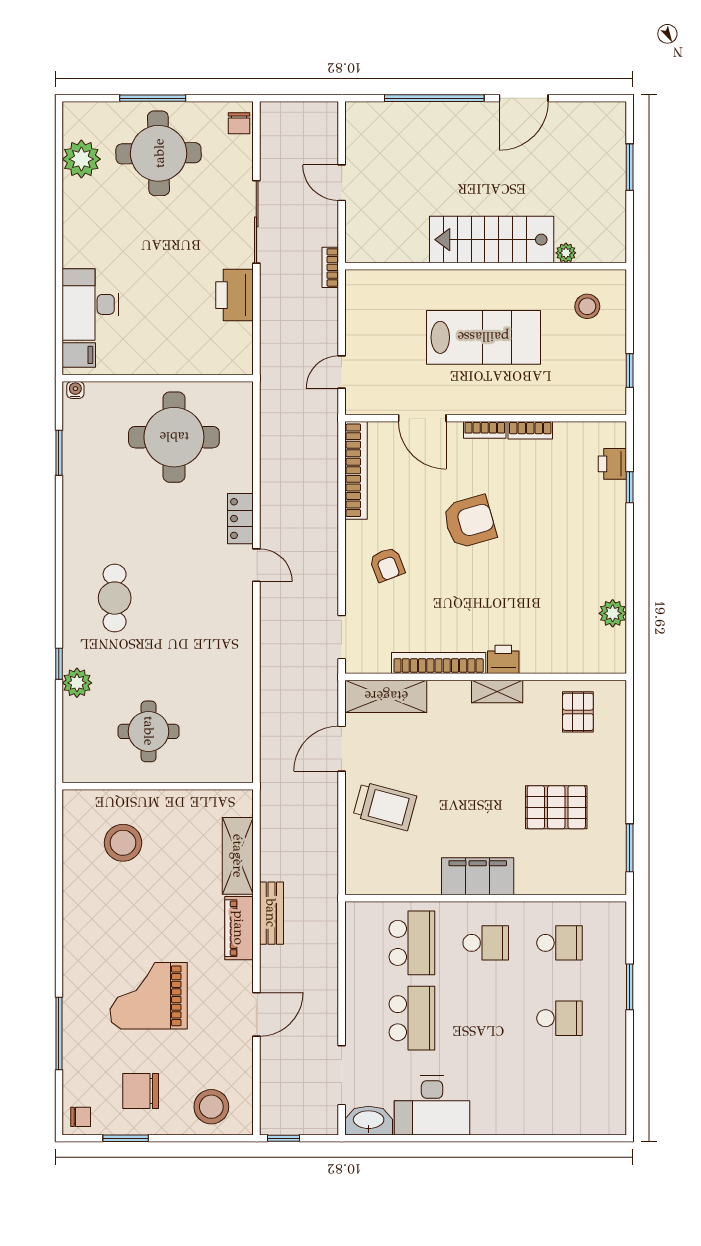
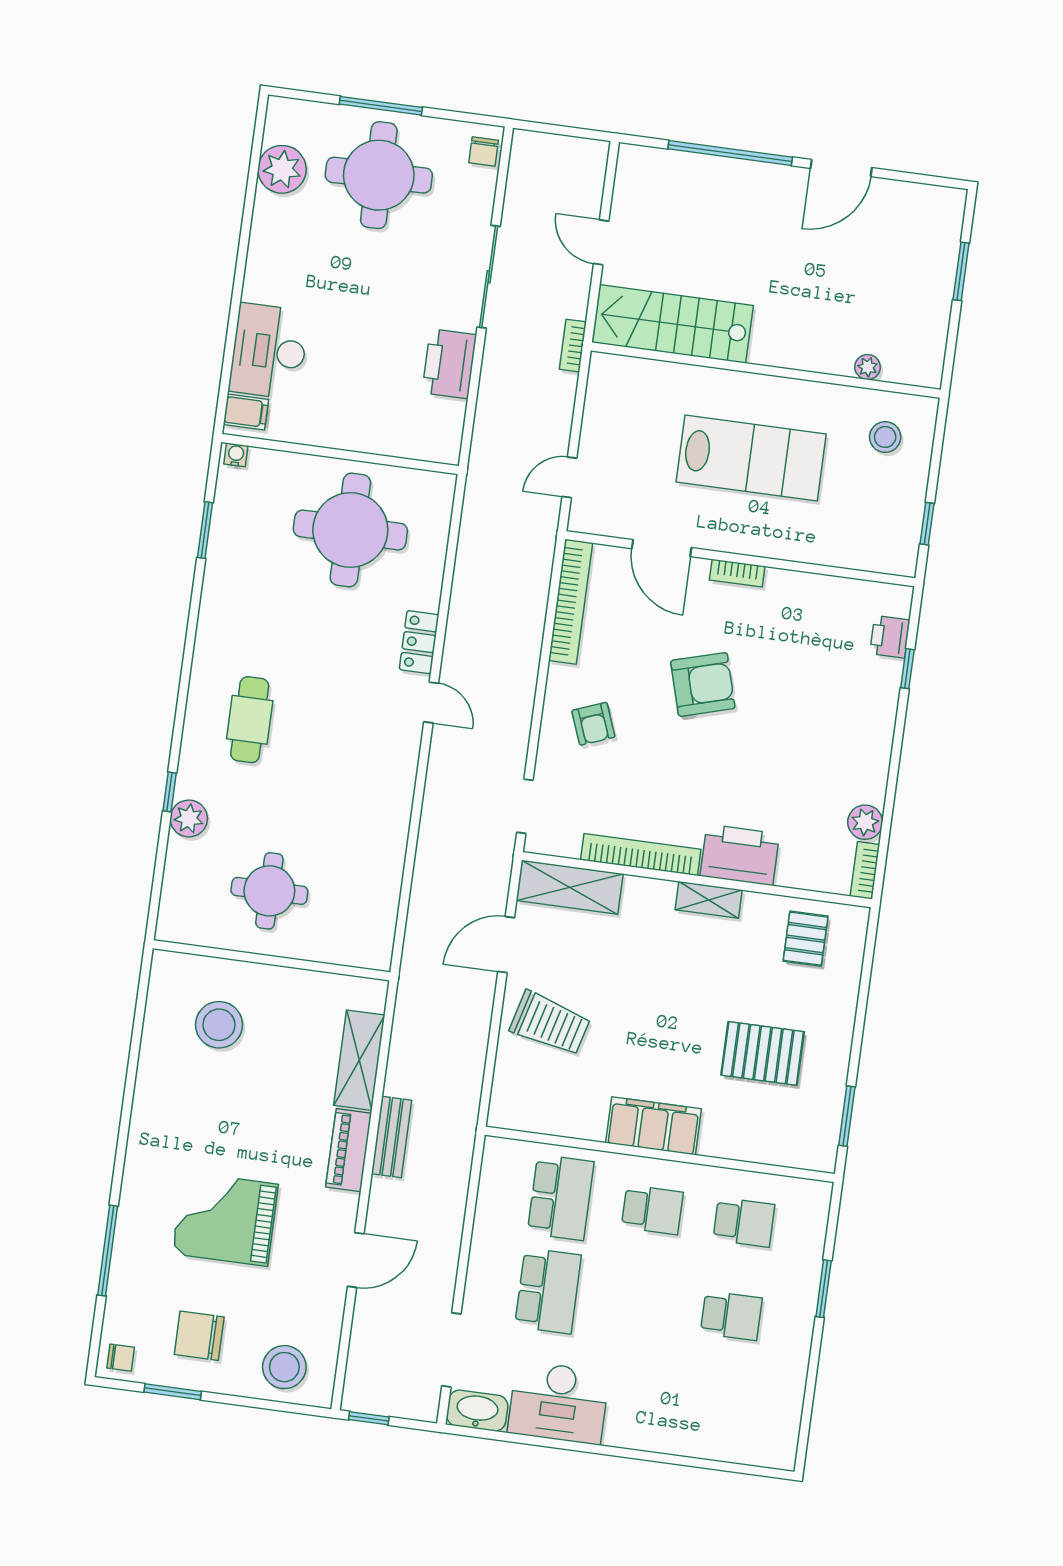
stairs: (492, 240) -> (672, 324), moved
bookcase: (530, 430) -> (865, 870), moved, turned 90
printer: (503, 659) -> (740, 855), width x1.87, depth x1.48

